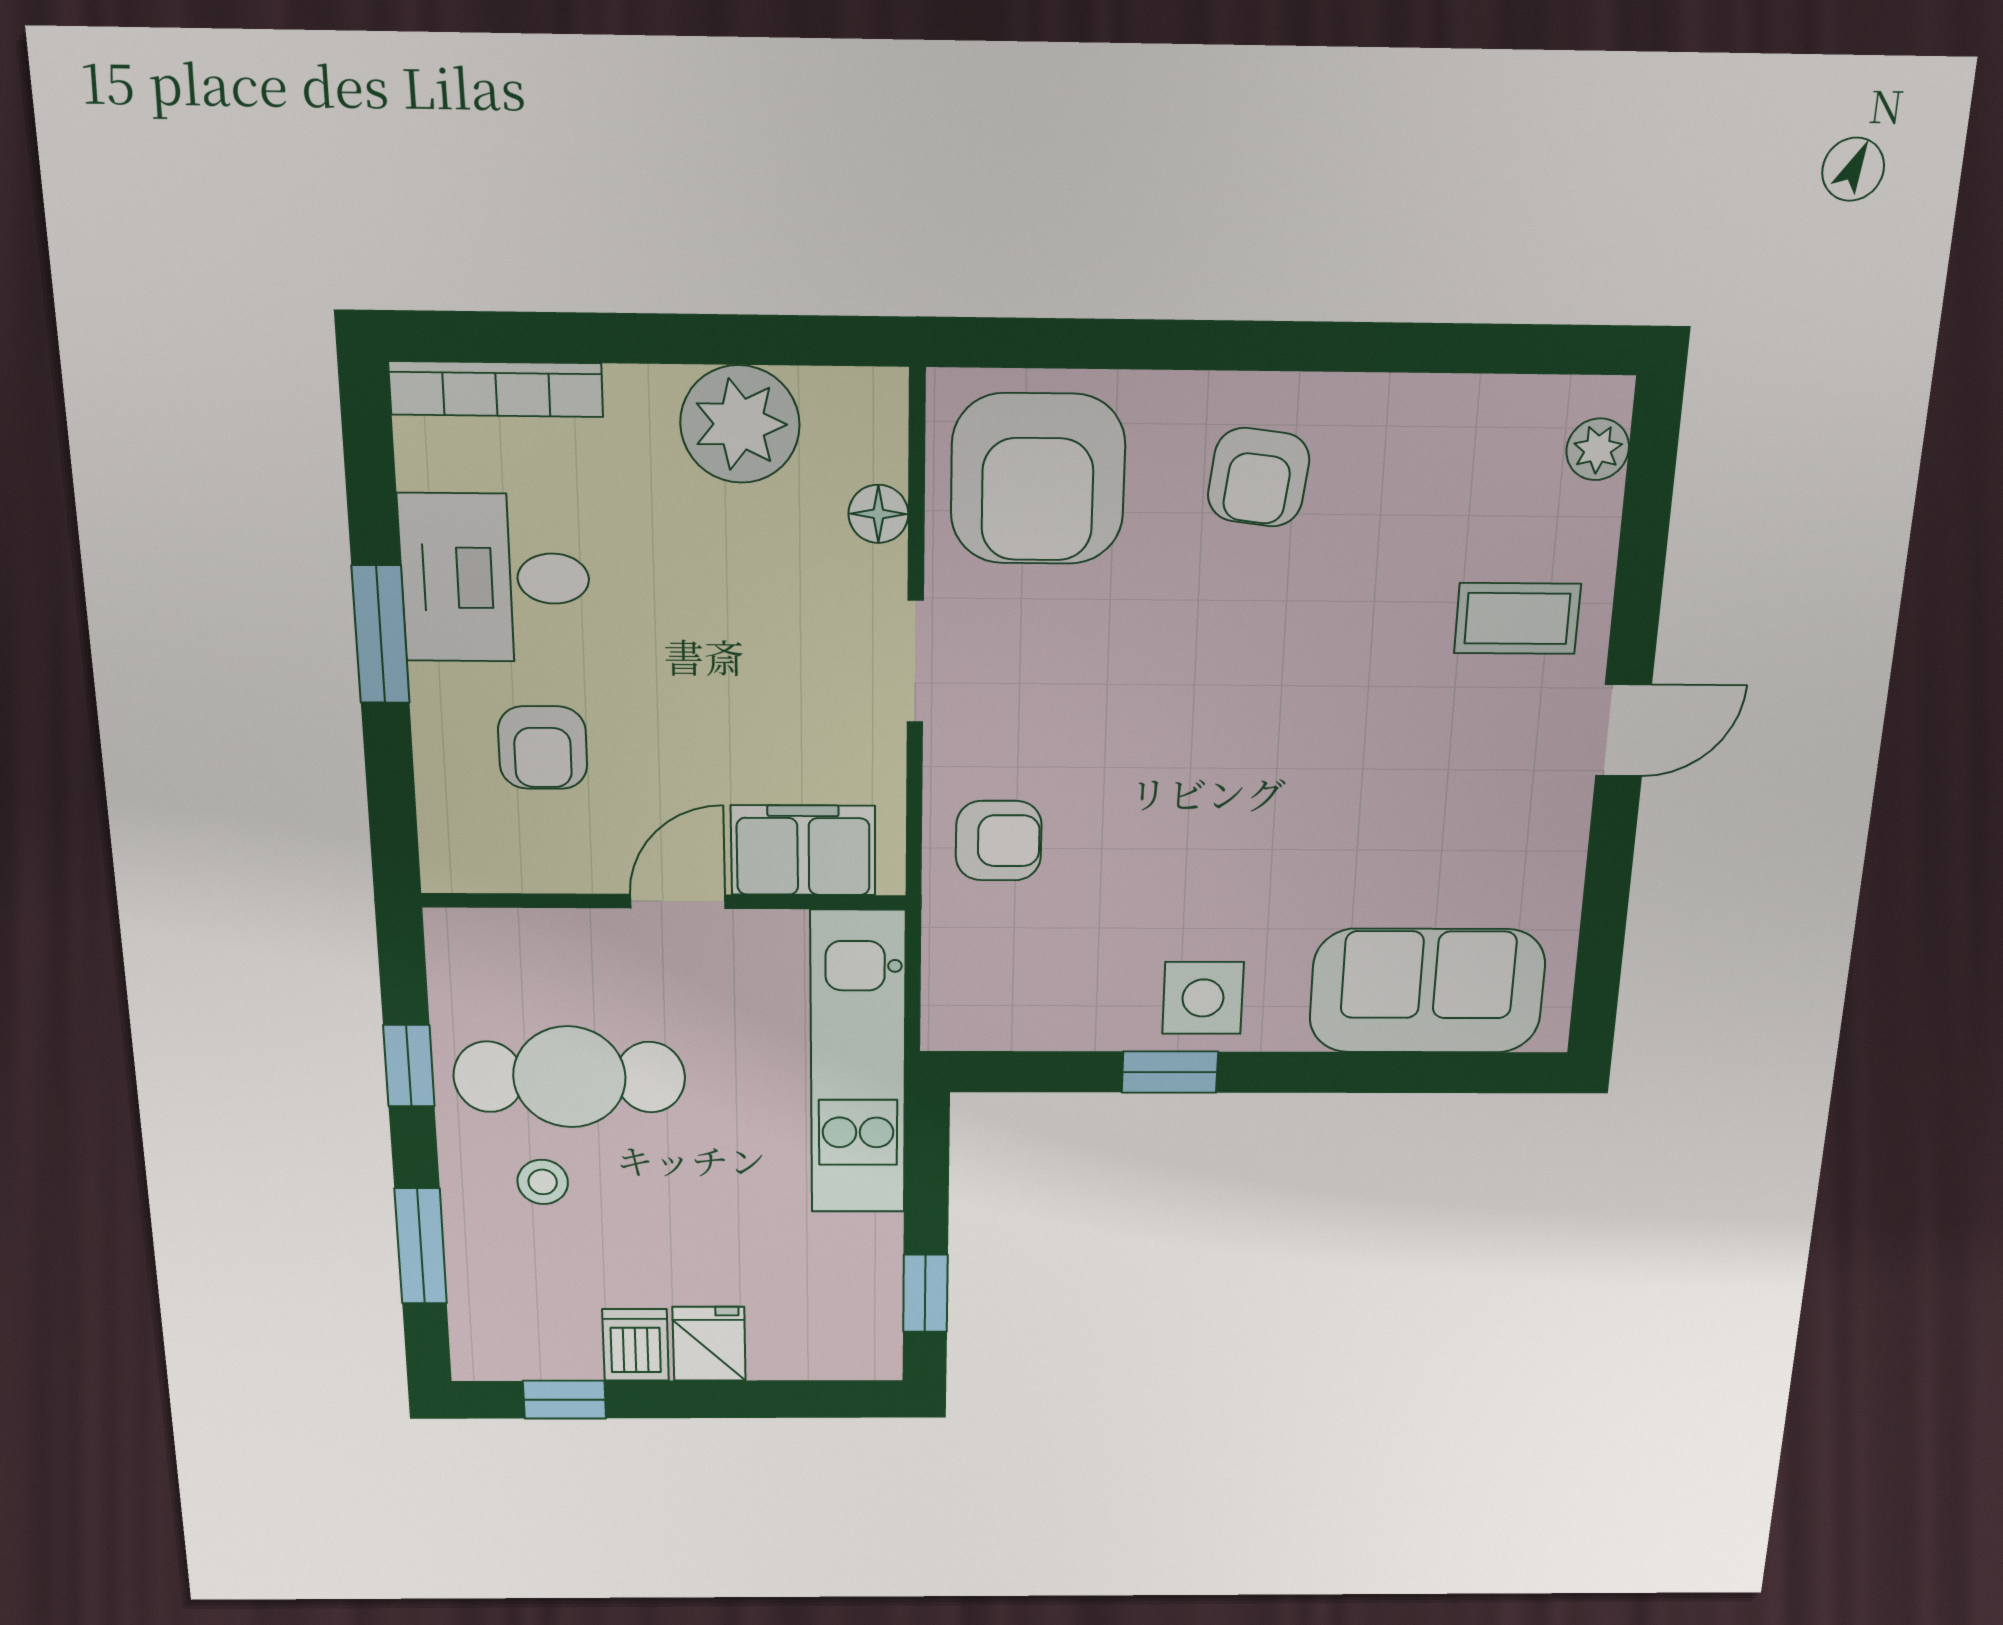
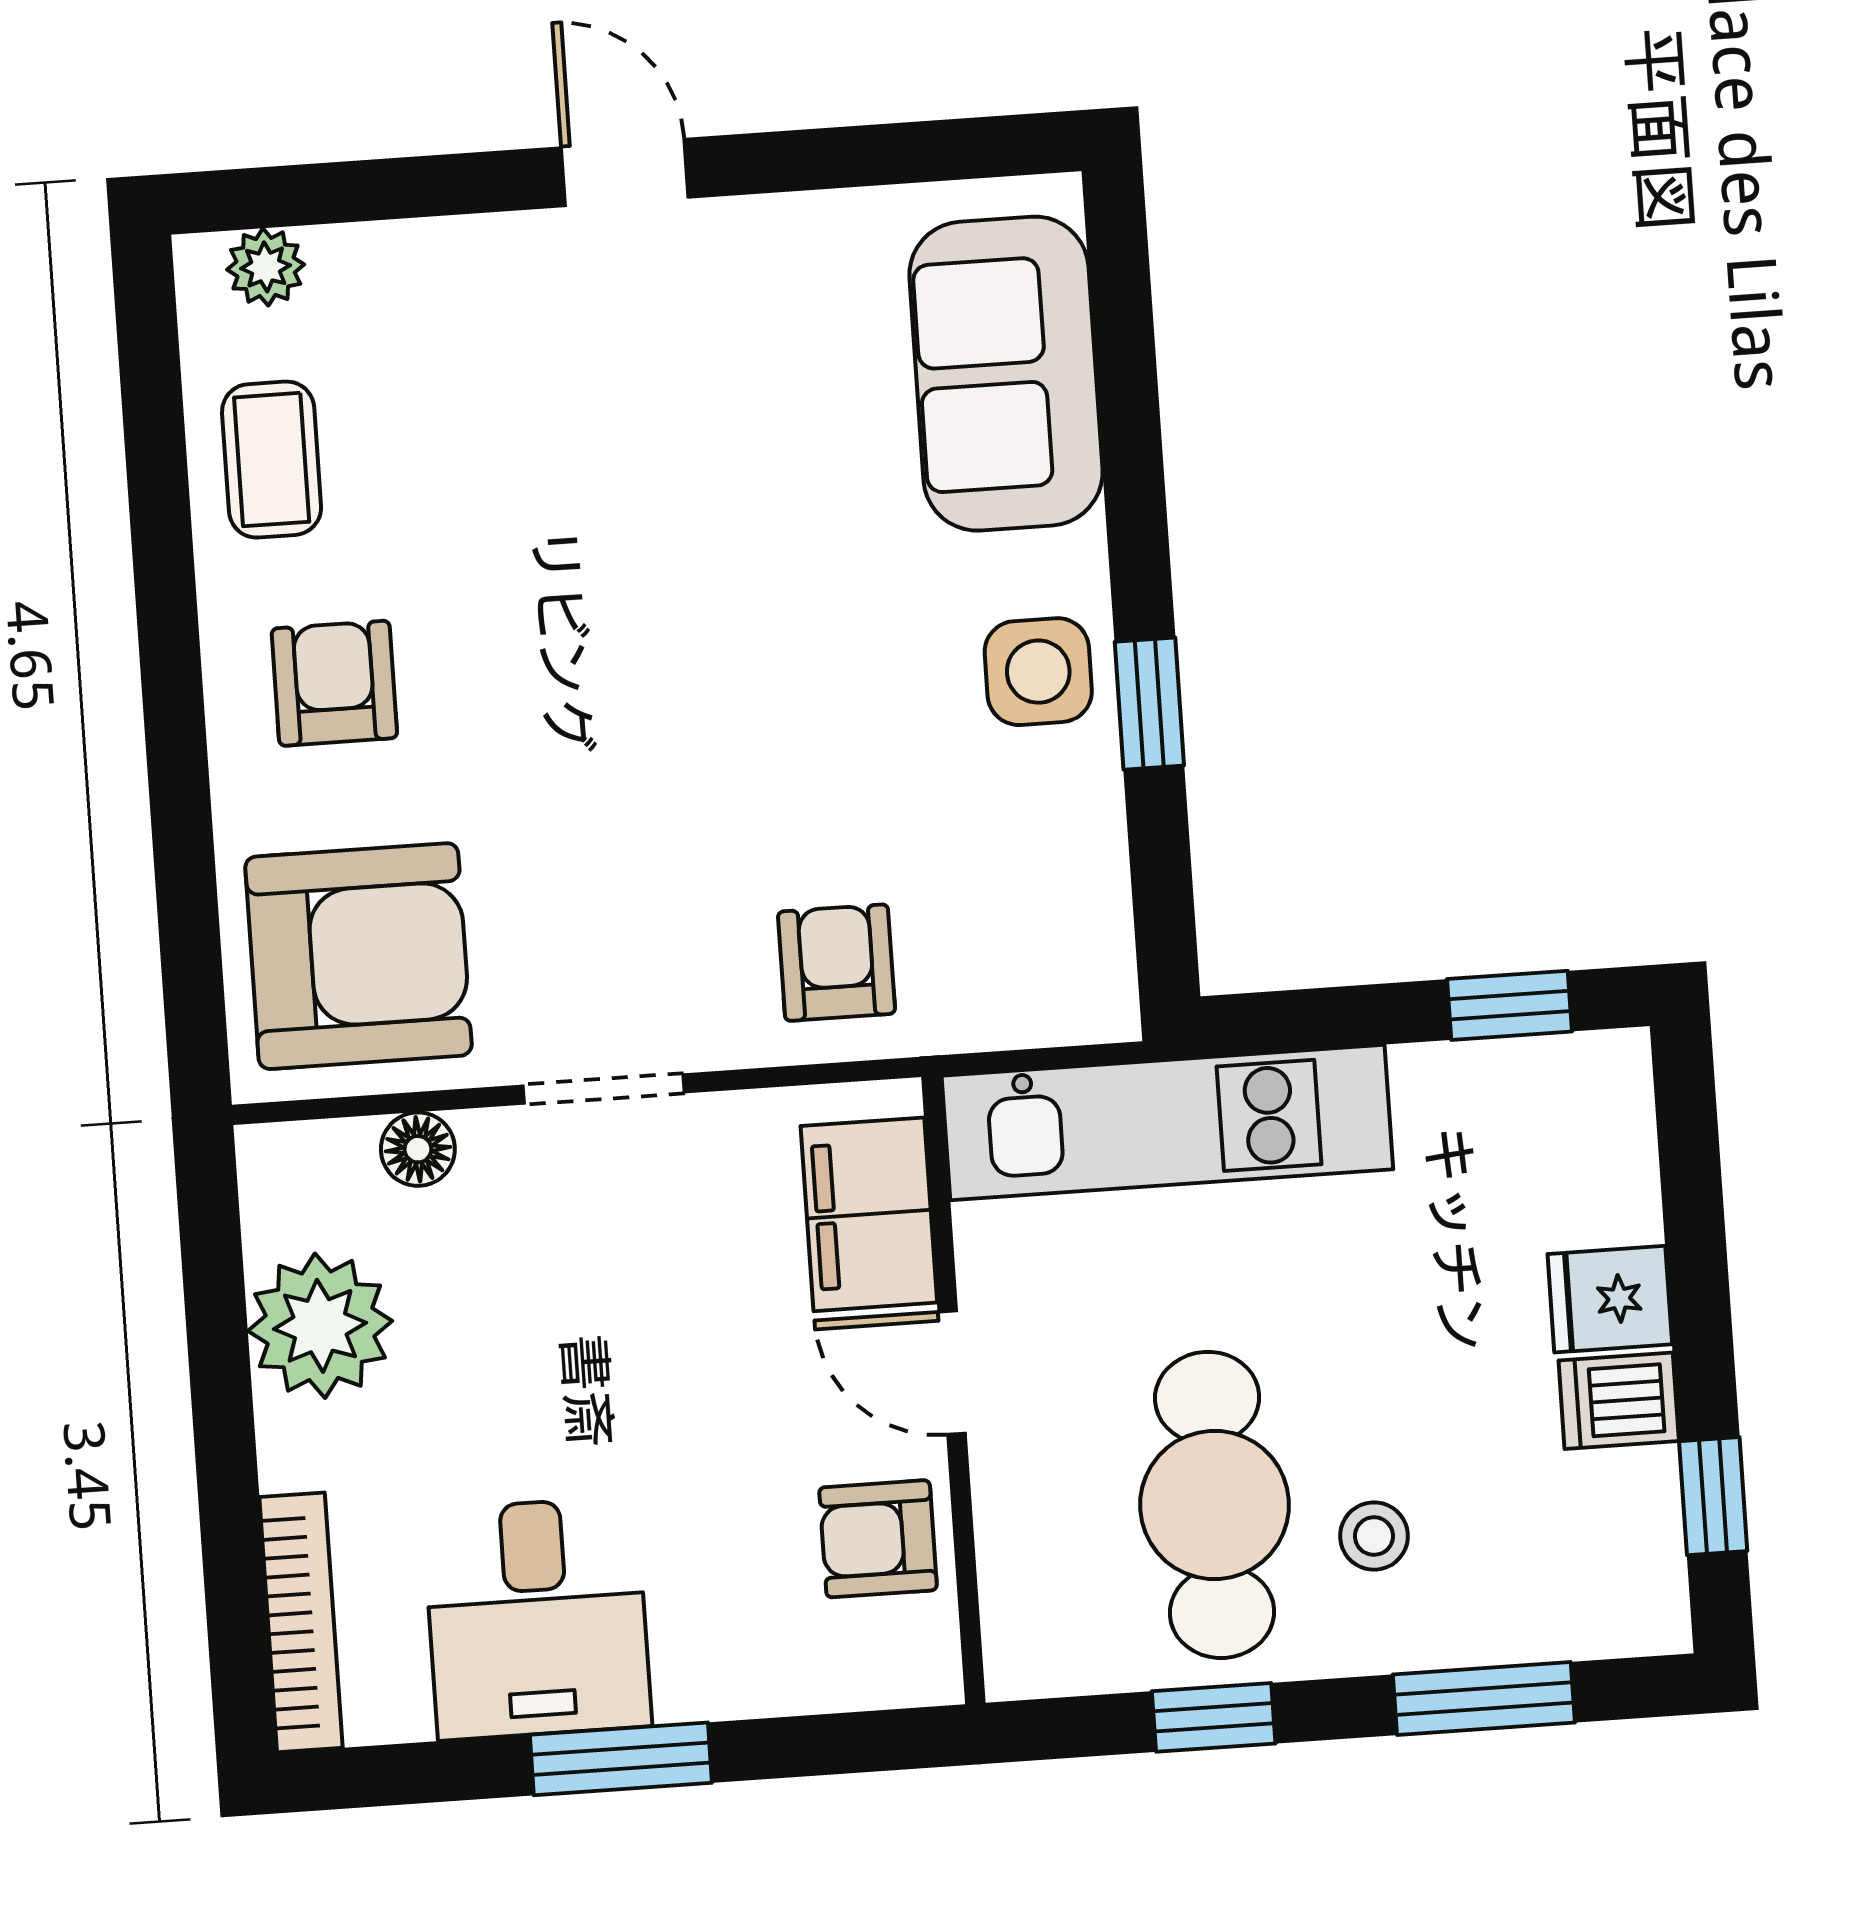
armchair: (1259, 477) -> (334, 683), turned -97
coffee table: (1517, 619) -> (272, 460), moved
armchair: (543, 748) -> (878, 1539), moved, turned 180

